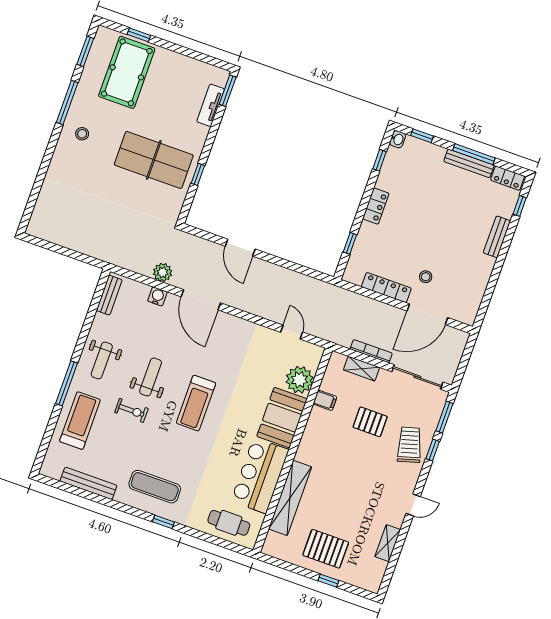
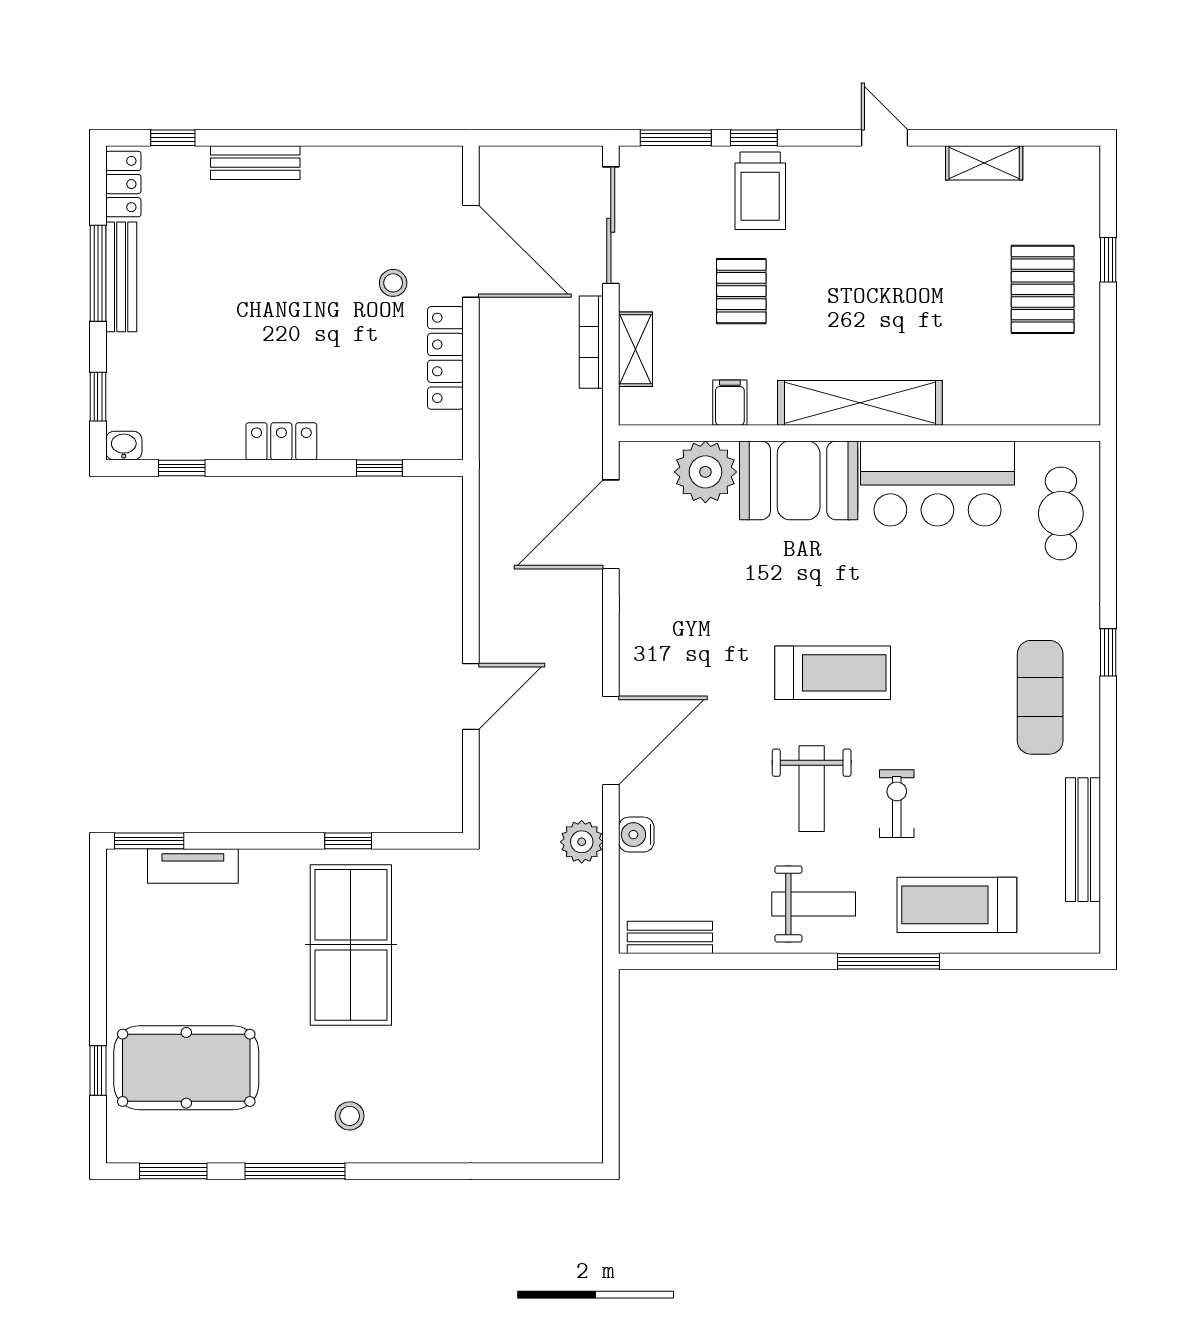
door: (292, 332) -> (611, 524), width x1.87
weight bench: (151, 377) -> (812, 789), turned -90
trolley: (409, 445) -> (760, 191), turned -74
shelving: (290, 498) -> (860, 403), moved

